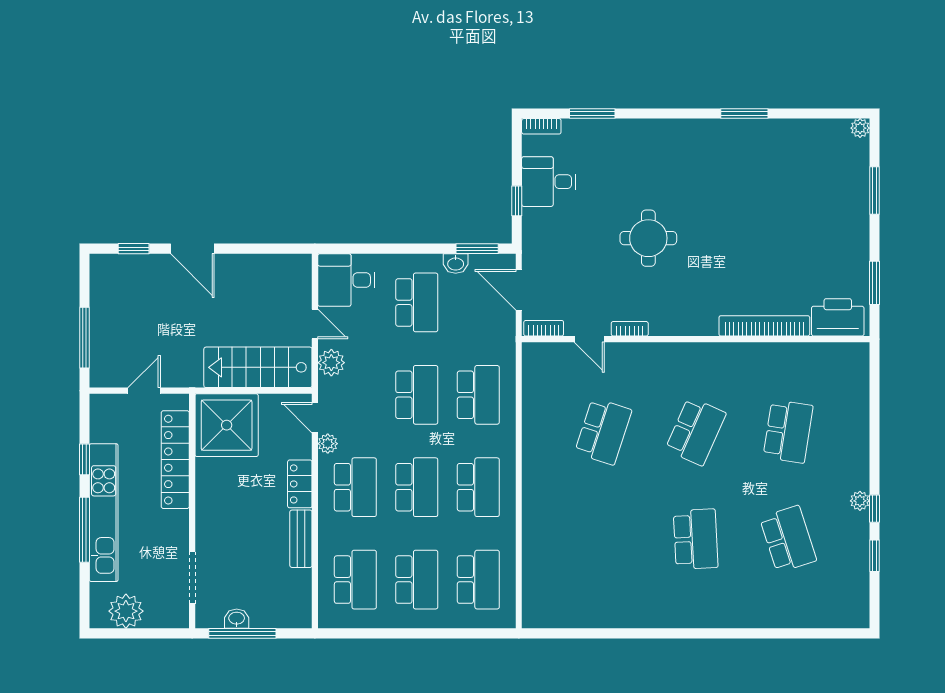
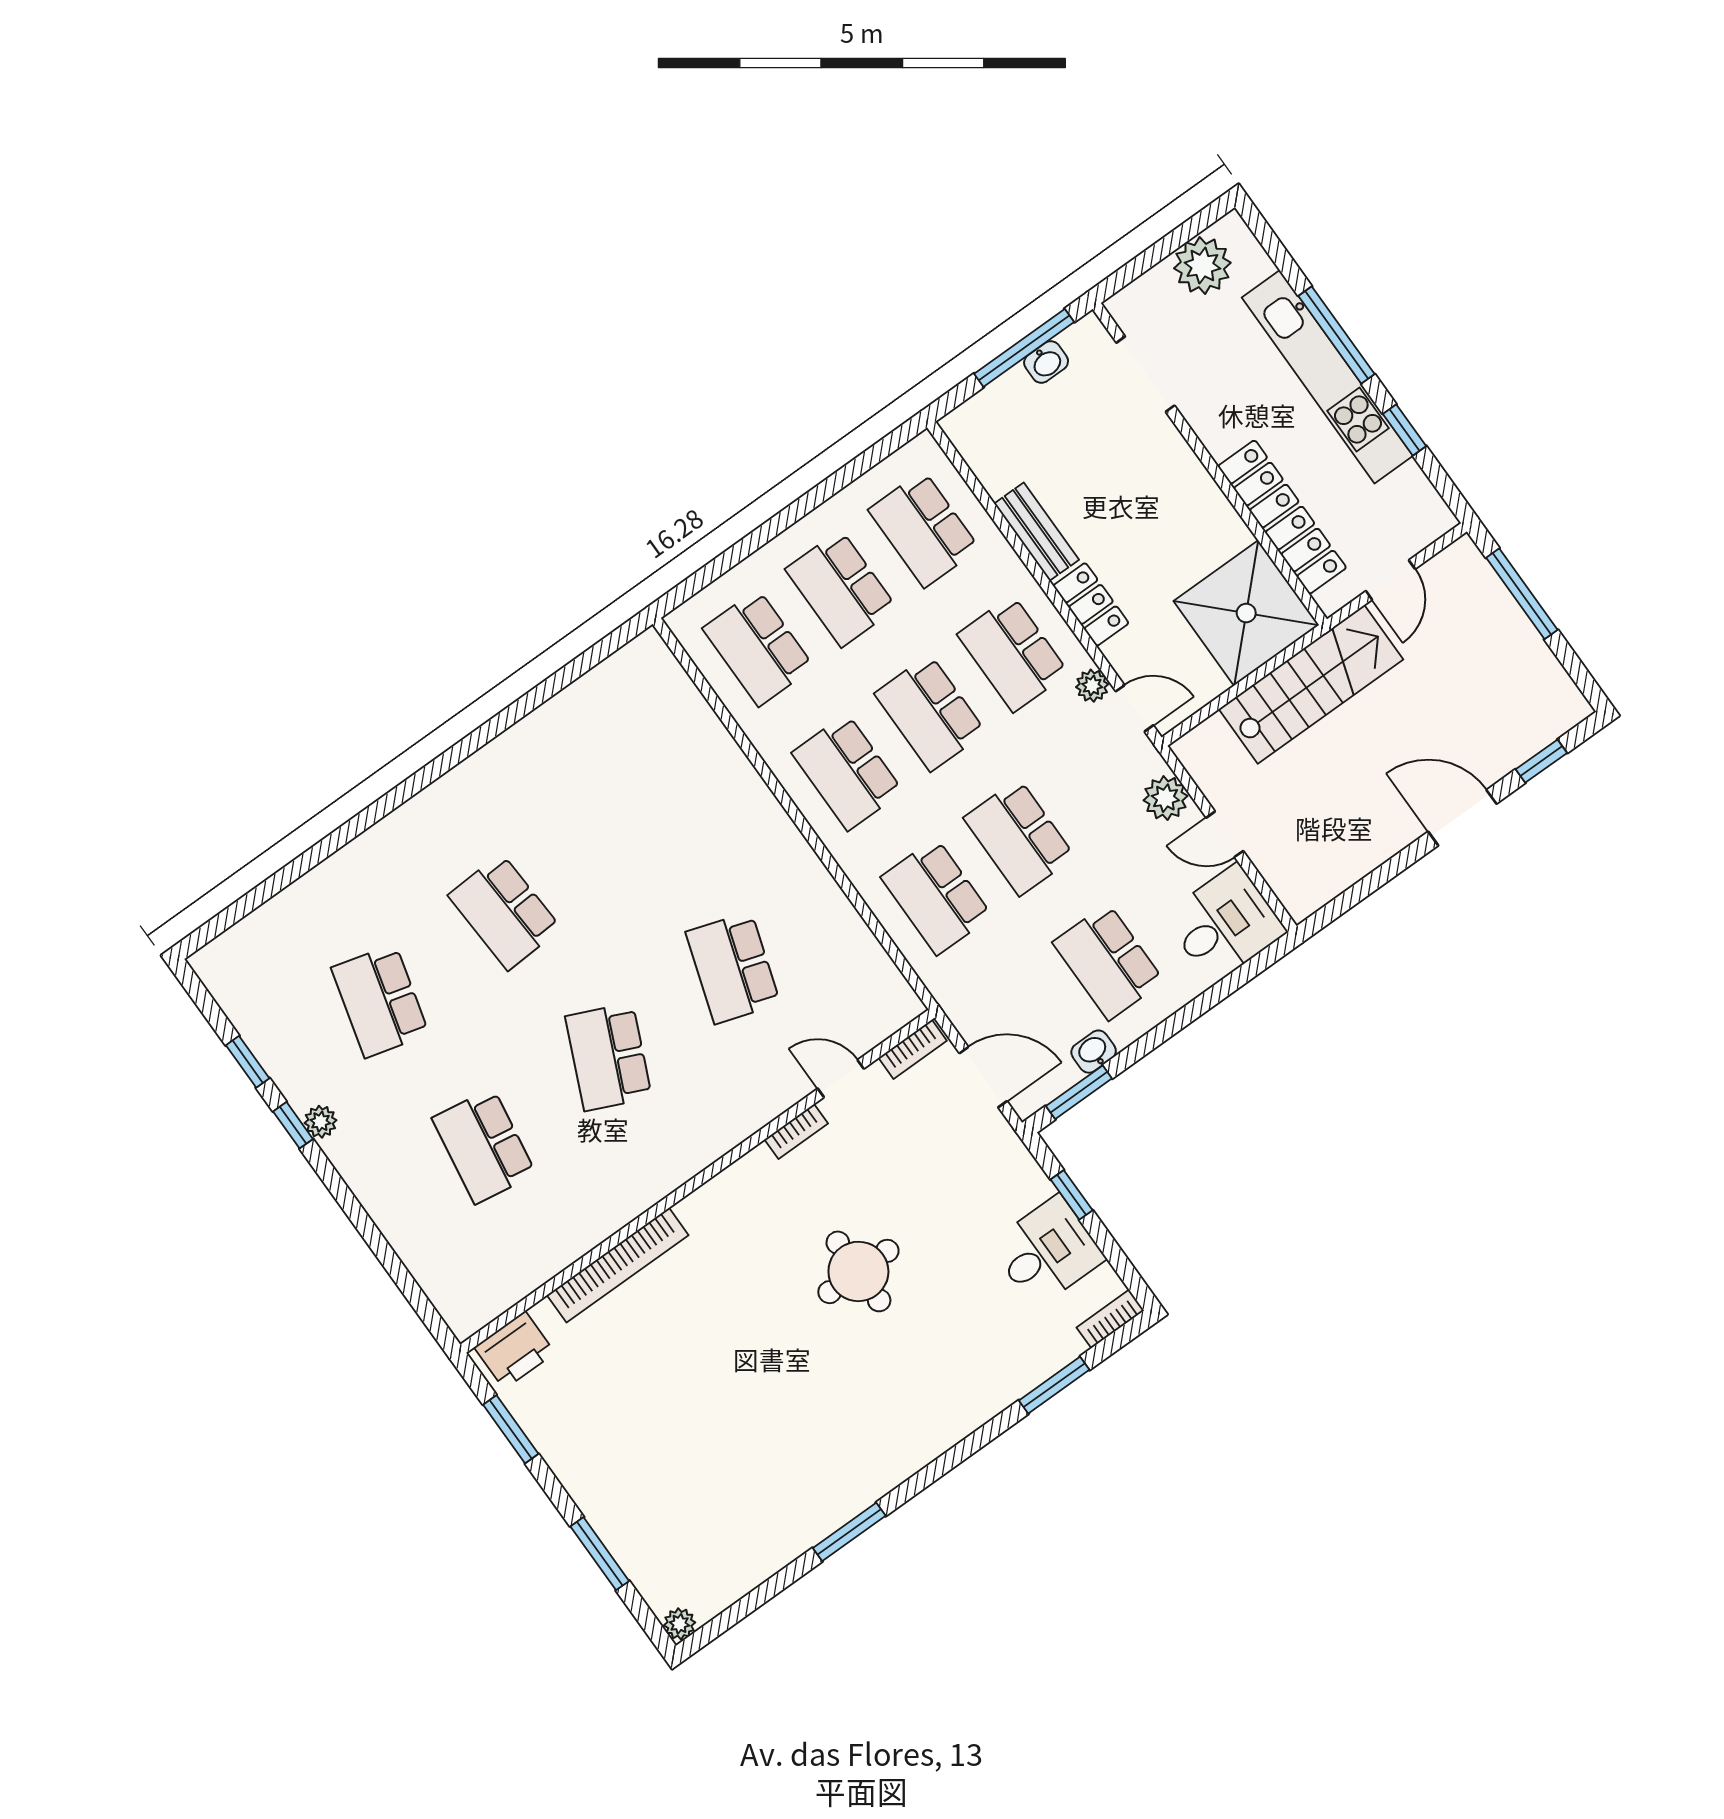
printer: (838, 317) -> (515, 1350), width x0.73, depth x0.84
stairs: (258, 367) -> (1311, 684), moved
school desk: (788, 539) -> (380, 1001), turned 33

